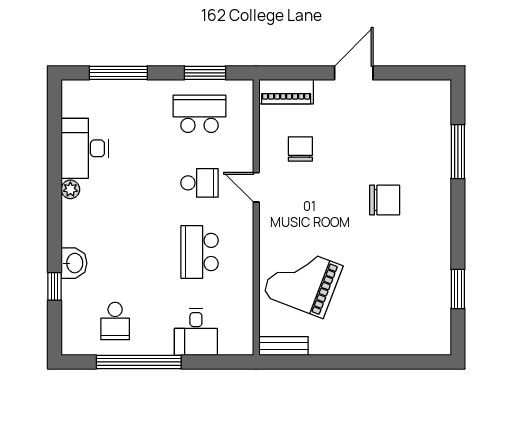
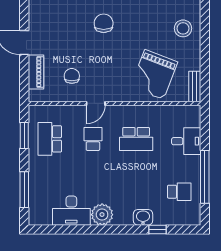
piano: (286, 92) -> (36, 72), moved
chair: (300, 149) -> (72, 76), turned 90
plant: (70, 189) -> (102, 215), width x1.88, depth x1.88
stool: (376, 327) -> (183, 28), added

